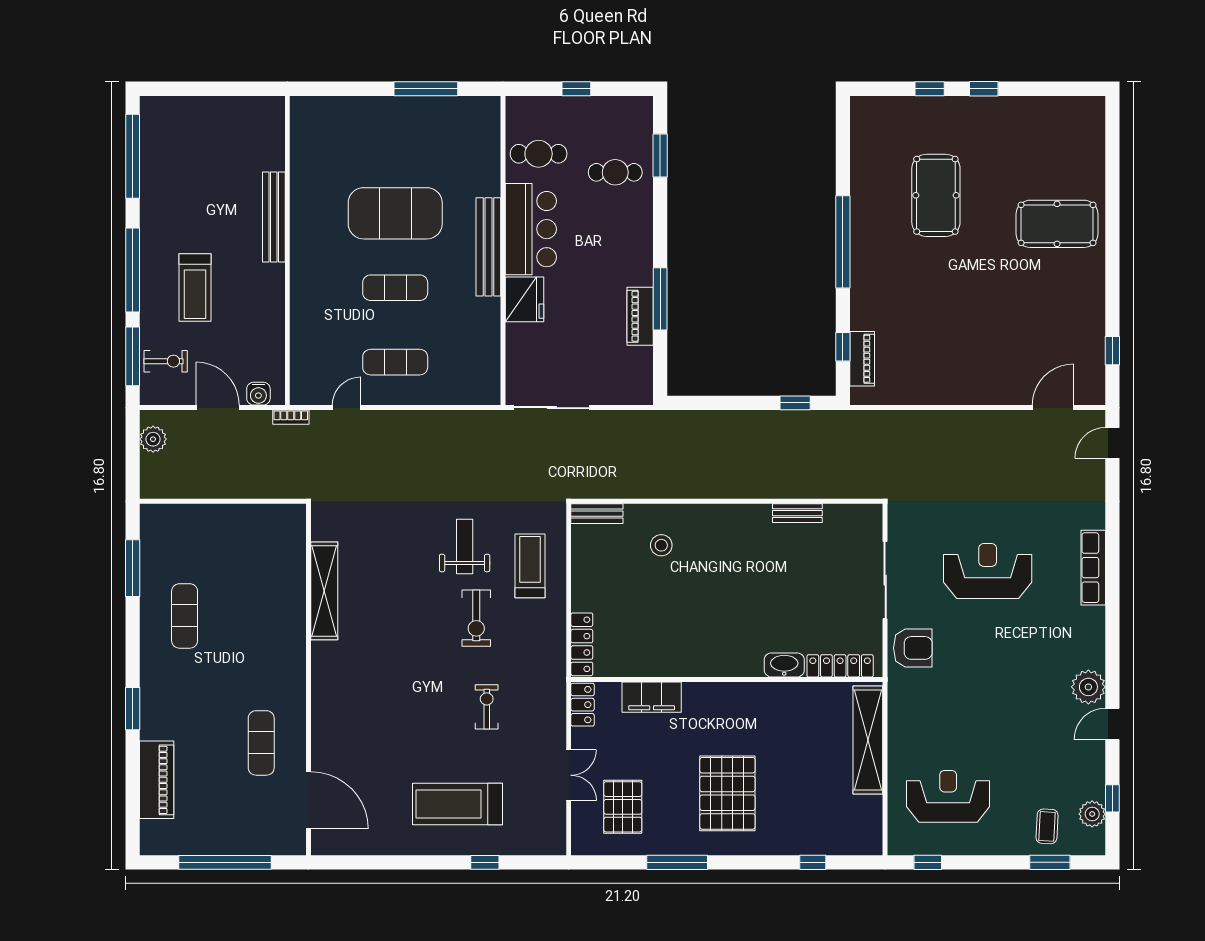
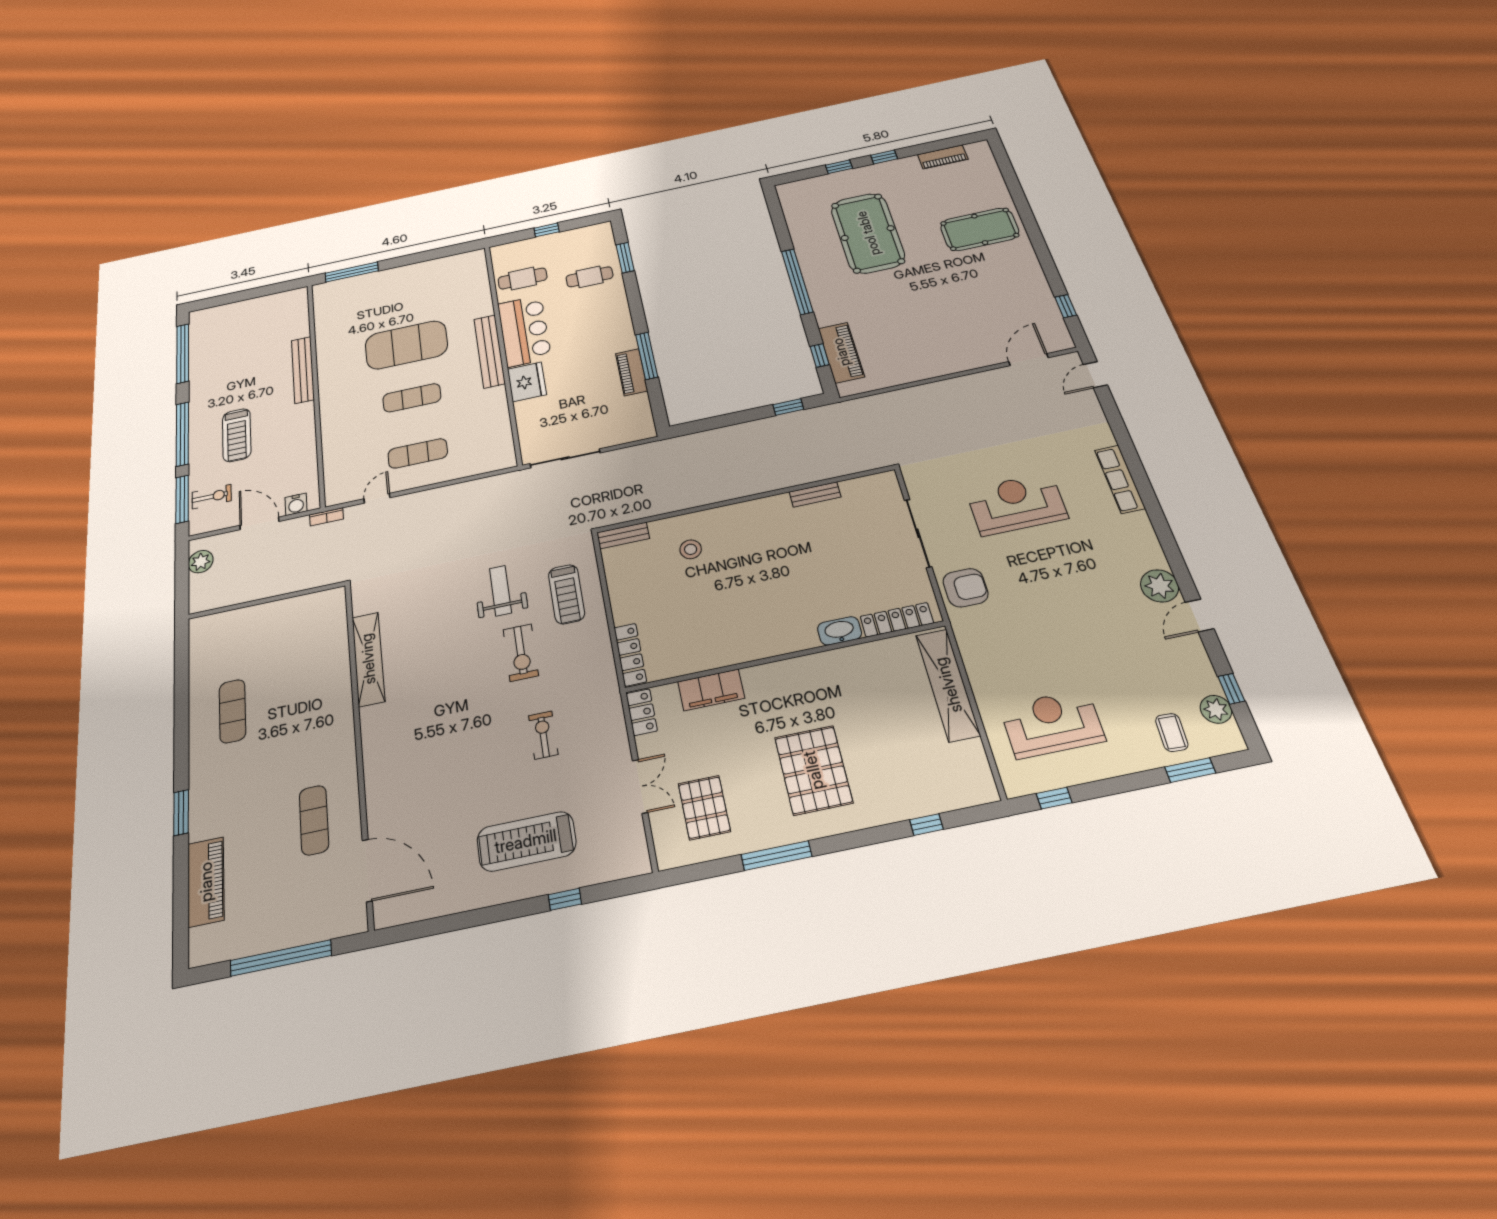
window: (426, 89) -> (352, 272), moved
piano: (1049, 108) -> (943, 157), added
pool table: (936, 195) -> (868, 233), width x1.36, depth x1.32
piano: (862, 359) -> (841, 352), width x1.37, depth x1.33
treadmill: (530, 566) -> (566, 594), turned 180
window: (133, 568) -> (182, 677), removed

